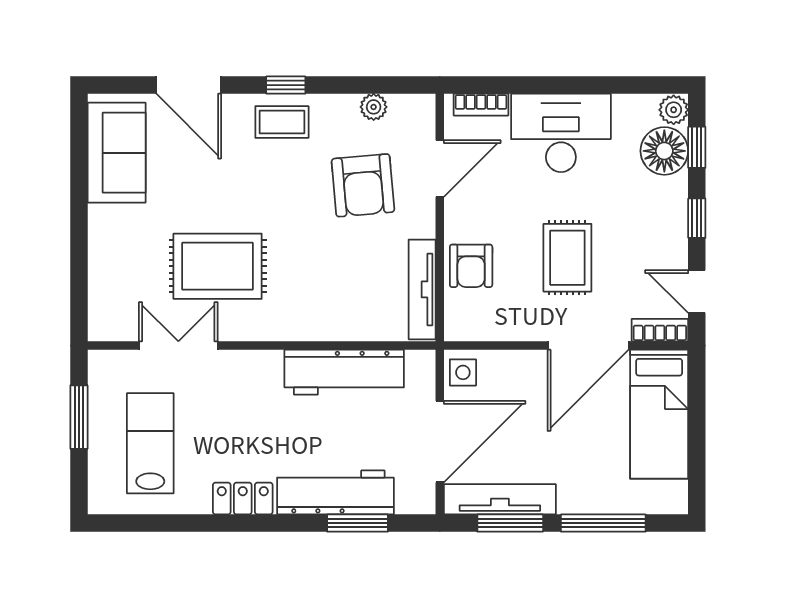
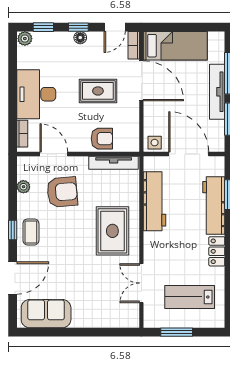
floor lamp: (664, 151) -> (80, 38), moved, width x0.53, depth x0.53
rug: (218, 266) -> (112, 231), moved
tv unit: (500, 499) -> (217, 92), moved

